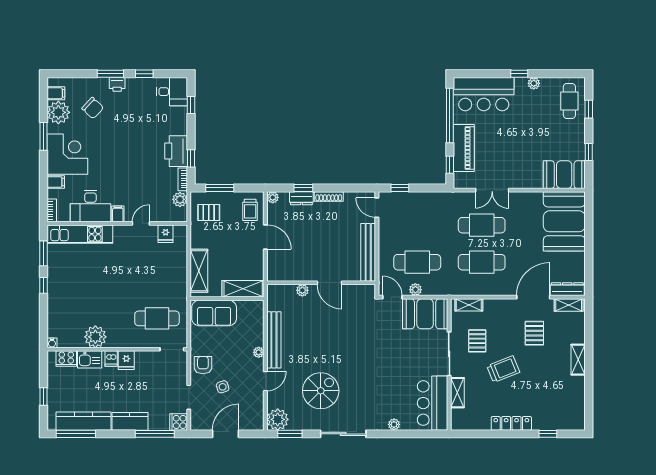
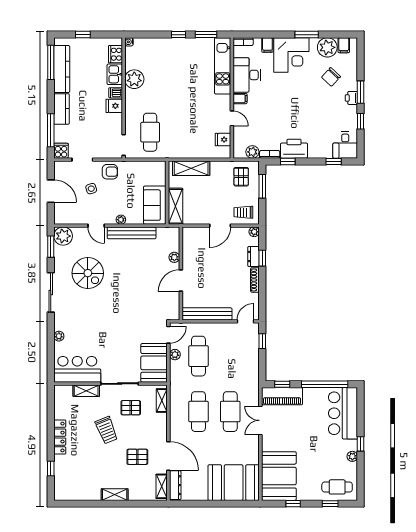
piano: (464, 148) -> (282, 396), moved
booth: (564, 175) -> (279, 476), width x1.36, depth x1.42
sofa: (214, 313) -> (155, 205), moved

